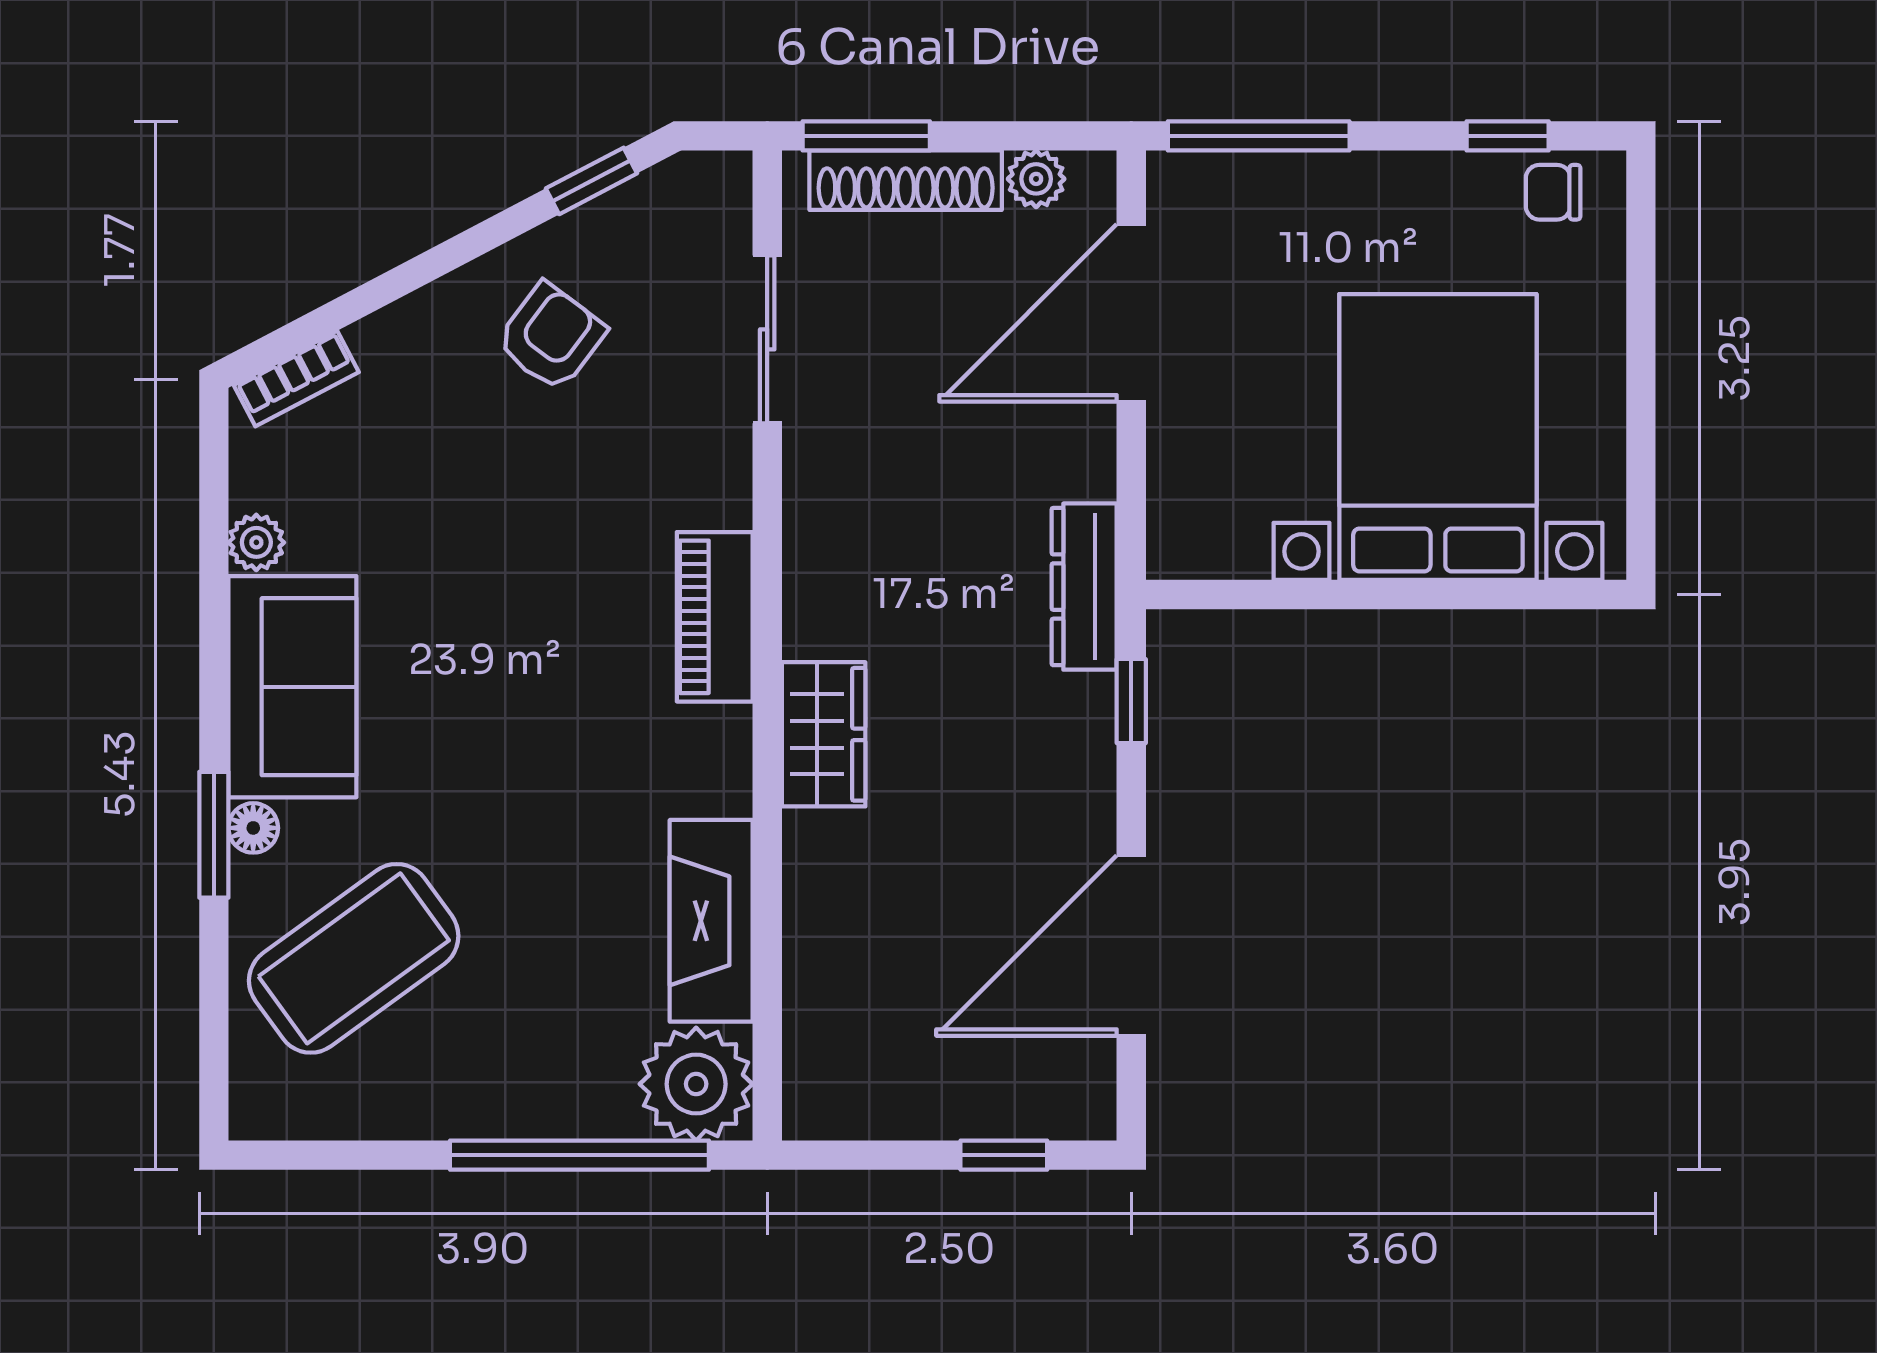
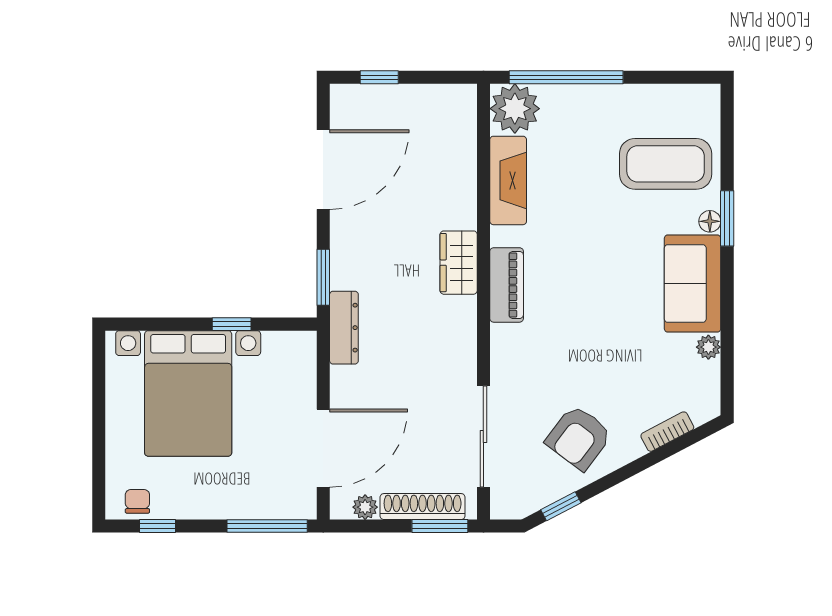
chair: (1553, 192) -> (137, 501), turned -90
armchair: (551, 337) -> (579, 438), width x1.38, depth x1.38
sliding door: (767, 339) -> (483, 436), width x1.37
bookcase: (296, 379) -> (667, 432), moved
window: (1339, 595) -> (232, 324), added
piano: (715, 617) -> (507, 285), moved
window: (1131, 701) -> (323, 277), width x1.50
coffee table: (354, 958) -> (666, 164), turned 36

